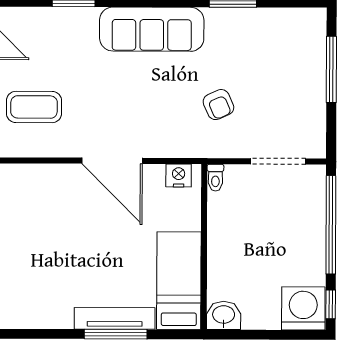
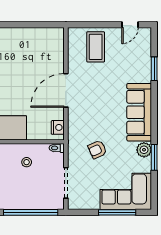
plant: (219, 21) -> (144, 150), added
corner sofa: (294, 54) -> (126, 191), added
stool: (241, 232) -> (27, 162), added

